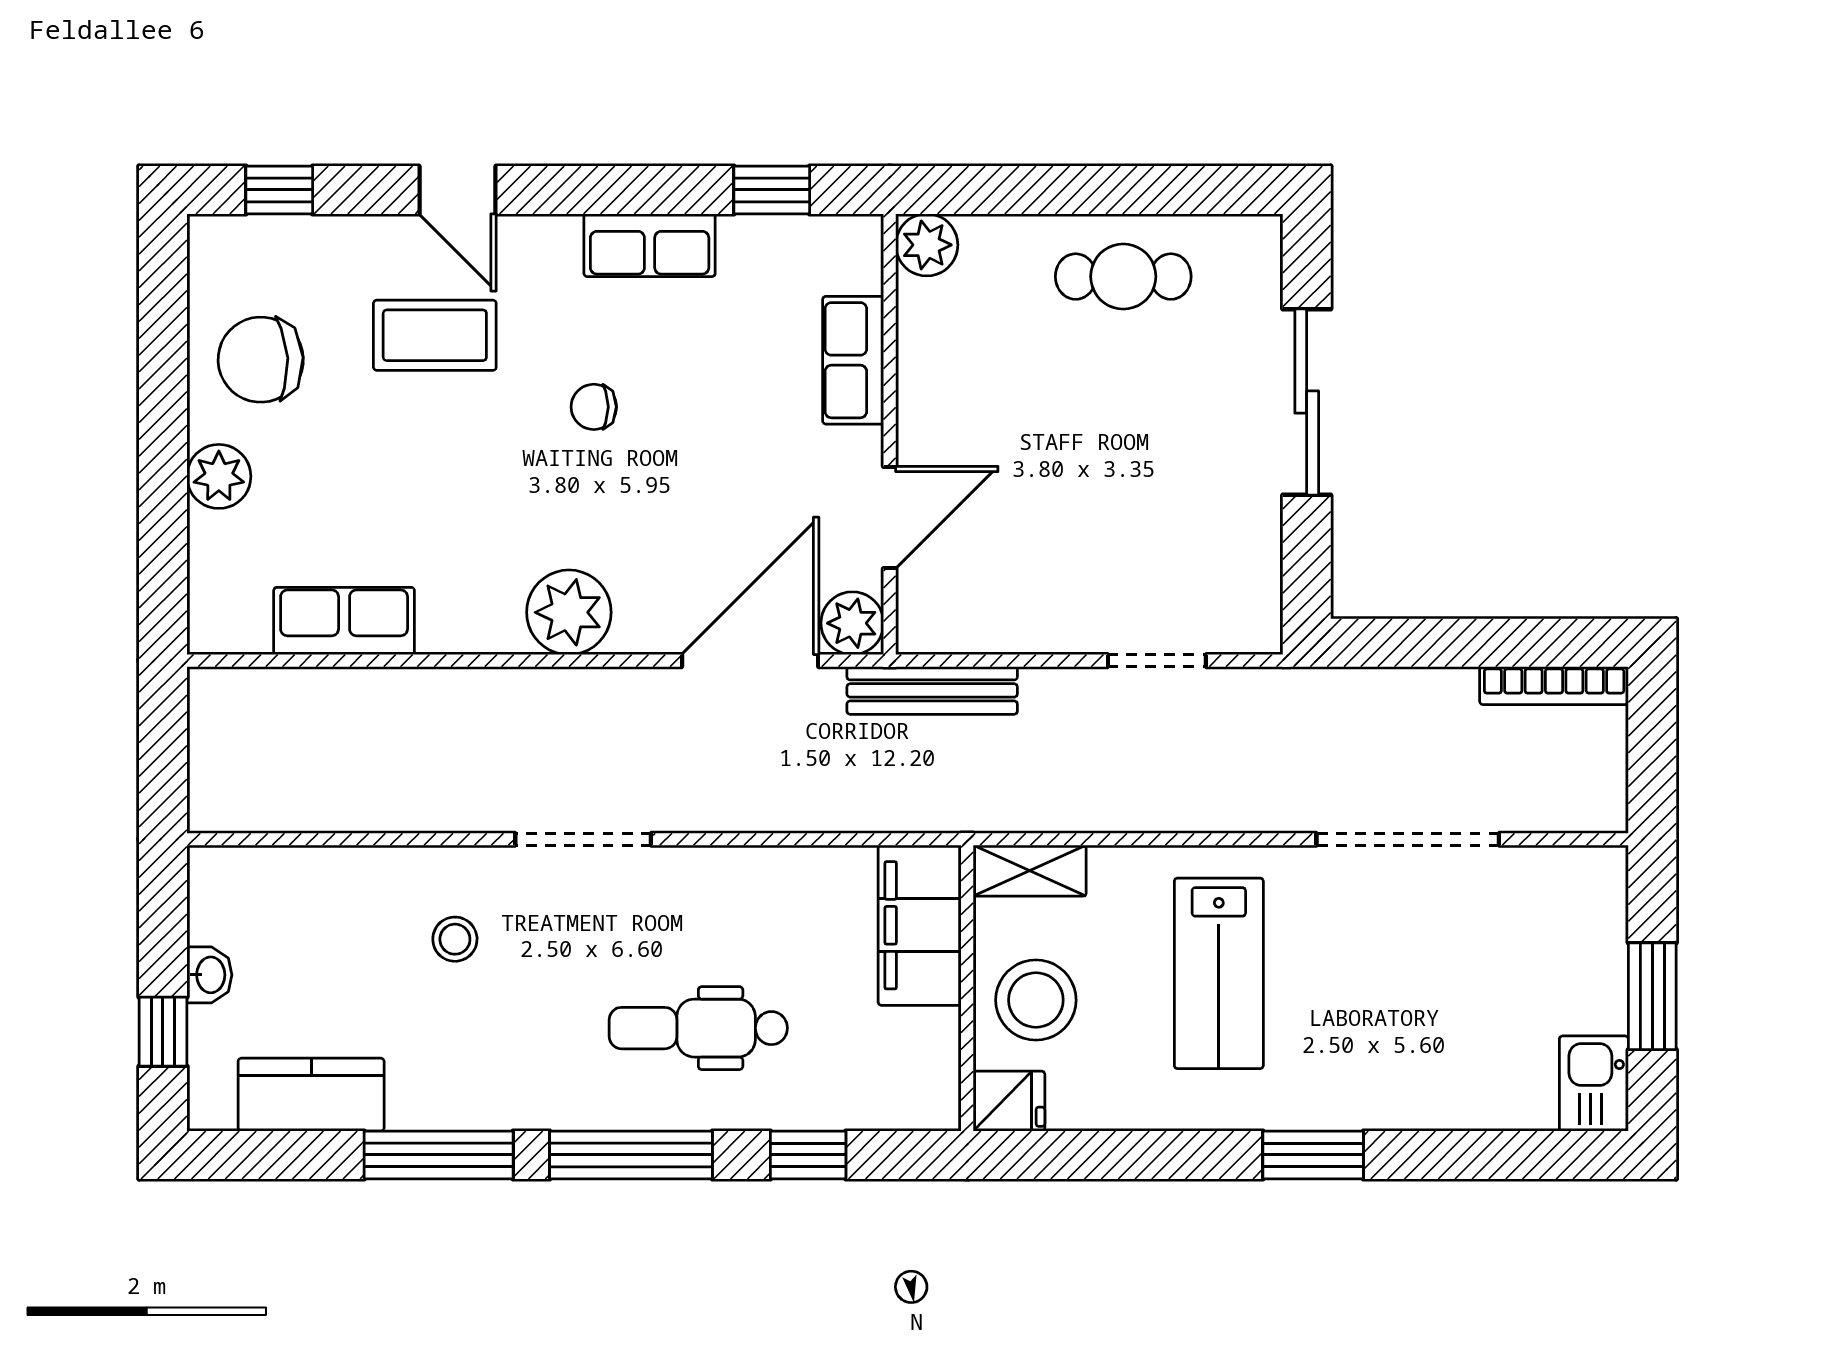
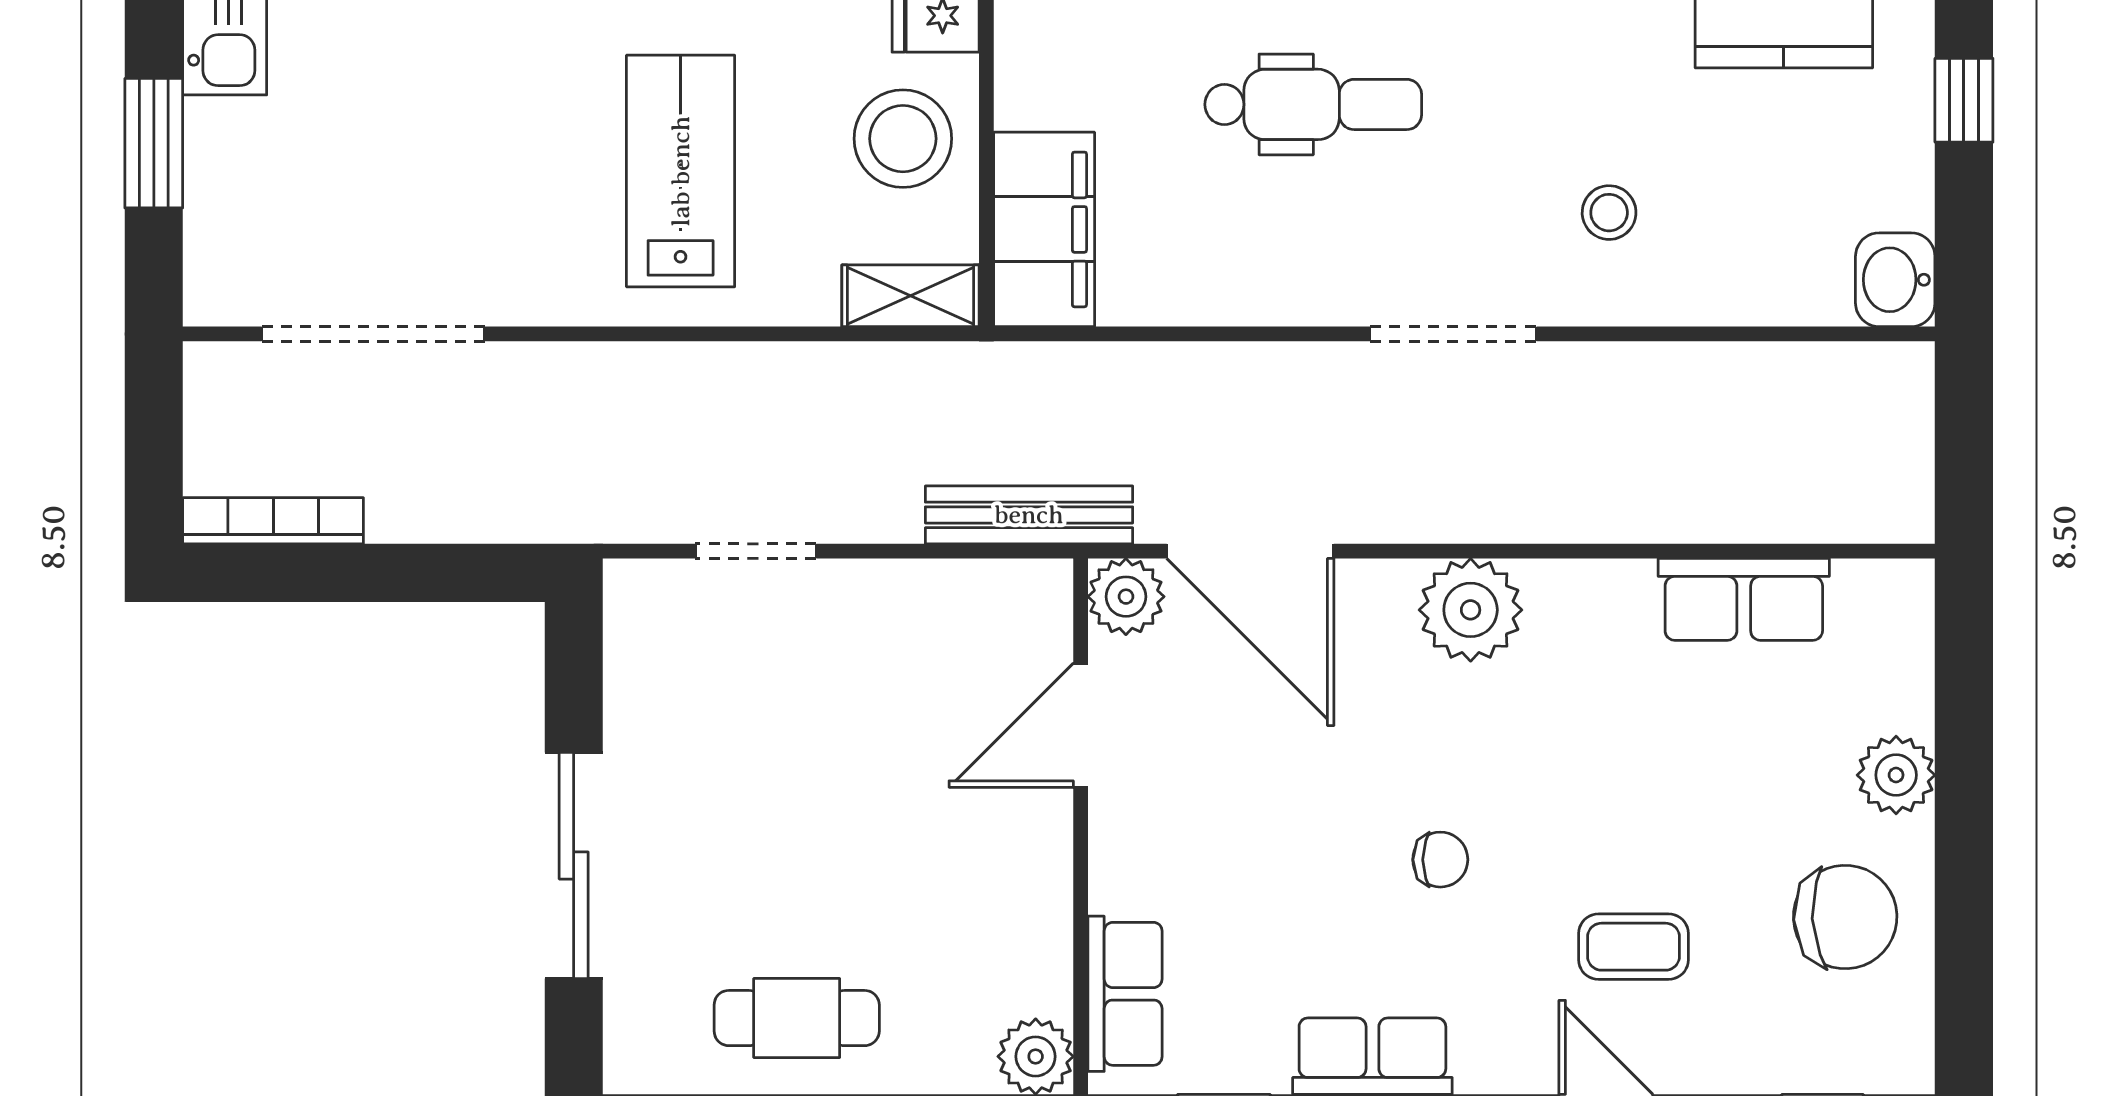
coffee table: (435, 335) -> (1634, 947), width x0.73, depth x0.77
row of seats: (853, 360) -> (1125, 994), moved
door: (750, 661) -> (1250, 551), hinge flipped
doorway: (1408, 839) -> (373, 334), moved
washbasin: (209, 975) -> (1895, 280), moved, width x1.38, depth x1.45

